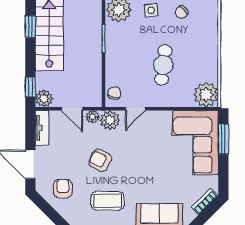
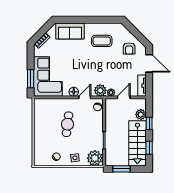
window: (30, 87) -> (149, 123), moved
plant: (206, 95) -> (41, 106), removed
plant: (44, 98) -> (141, 114), moved
door: (72, 109) -> (124, 97), hinge flipped
floor lamp: (153, 118) -> (74, 92), added
armchair: (100, 160) -> (106, 66), removed

